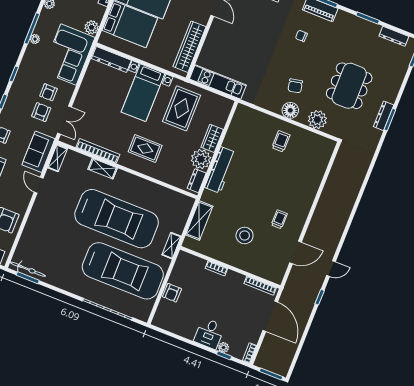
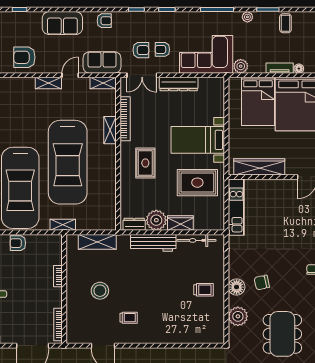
plant: (35, 39) -> (208, 16), removed
dresser: (111, 59) -> (179, 84), moved, turned -90
dining table: (349, 86) -> (282, 334), turned 90
bicycle: (234, 130) -> (196, 240), added
shelving: (38, 208) -> (48, 83), added

